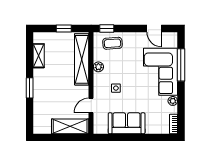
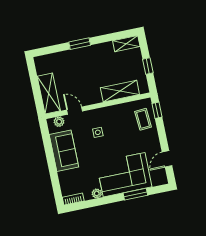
shelving: (39, 56) -> (126, 44), moved
shelving: (82, 59) -> (120, 91), width x0.68
window: (181, 65) -> (135, 194), width x0.69
plant: (98, 67) -> (59, 122), moved

